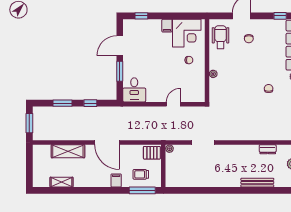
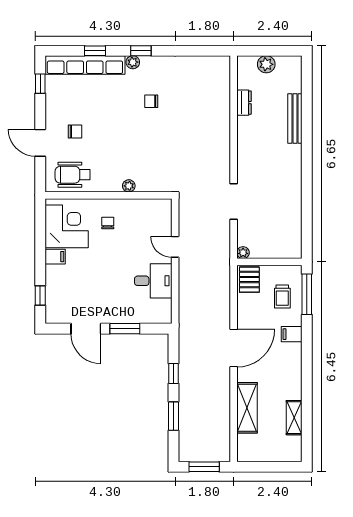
desk: (134, 90) -> (153, 281), moved

